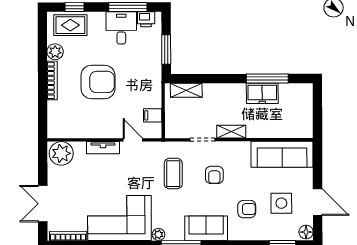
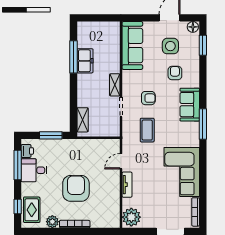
filing cabinet: (153, 115) -> (102, 146), removed
coffee table: (173, 174) -> (147, 130), turned 90
plant: (159, 234) -> (194, 142), removed

